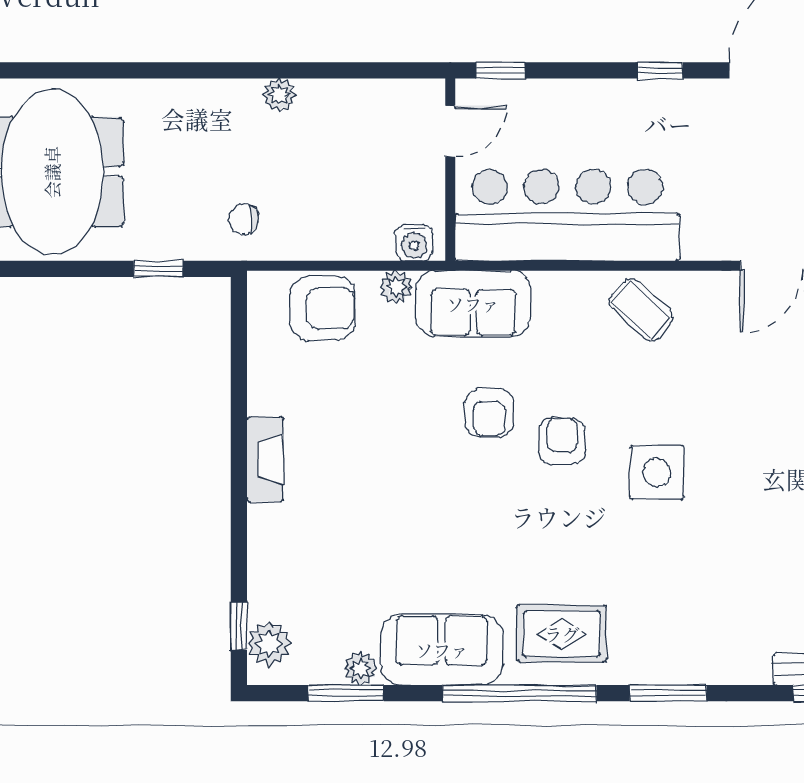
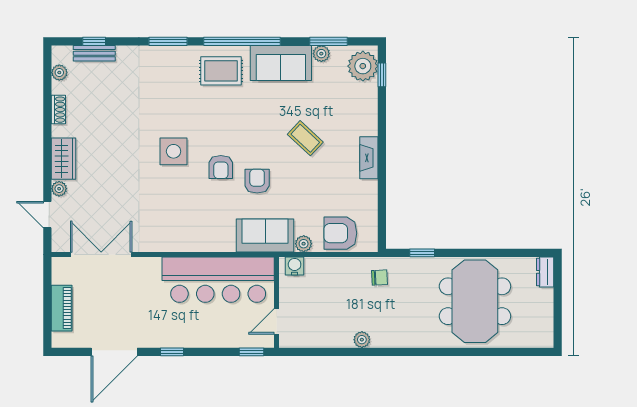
coffee table: (641, 310) -> (305, 138), moved
plant: (269, 643) -> (363, 66), width x1.36, depth x1.36

